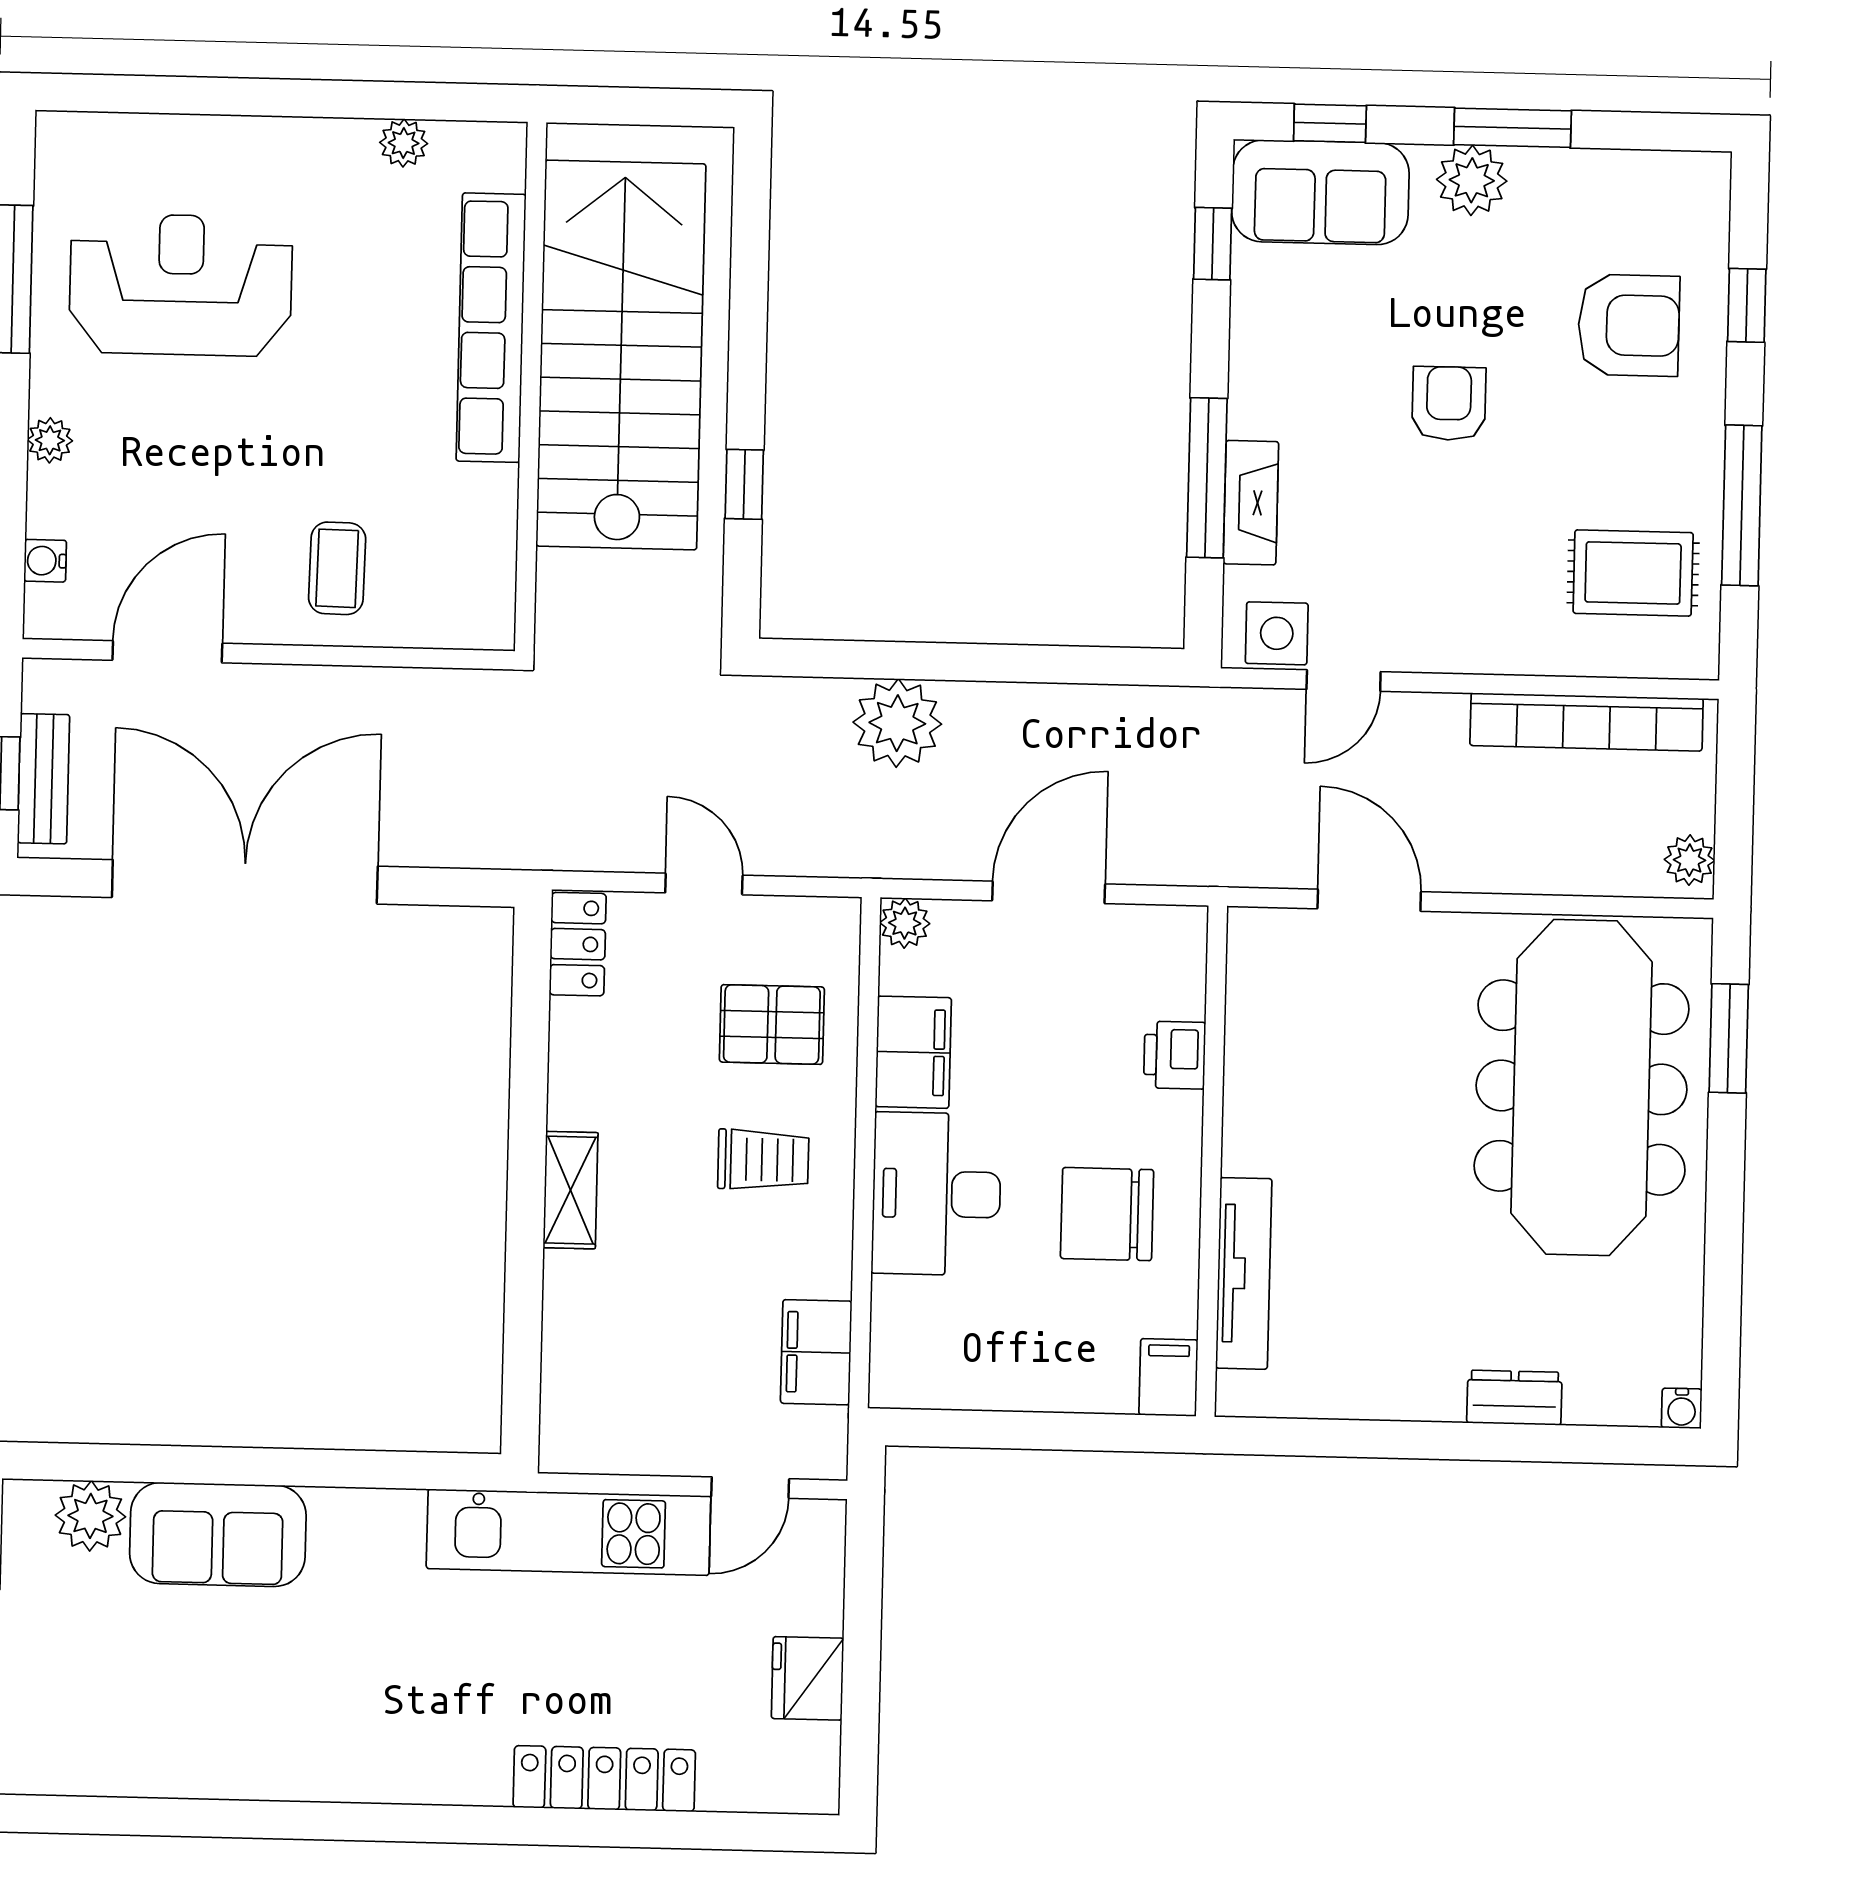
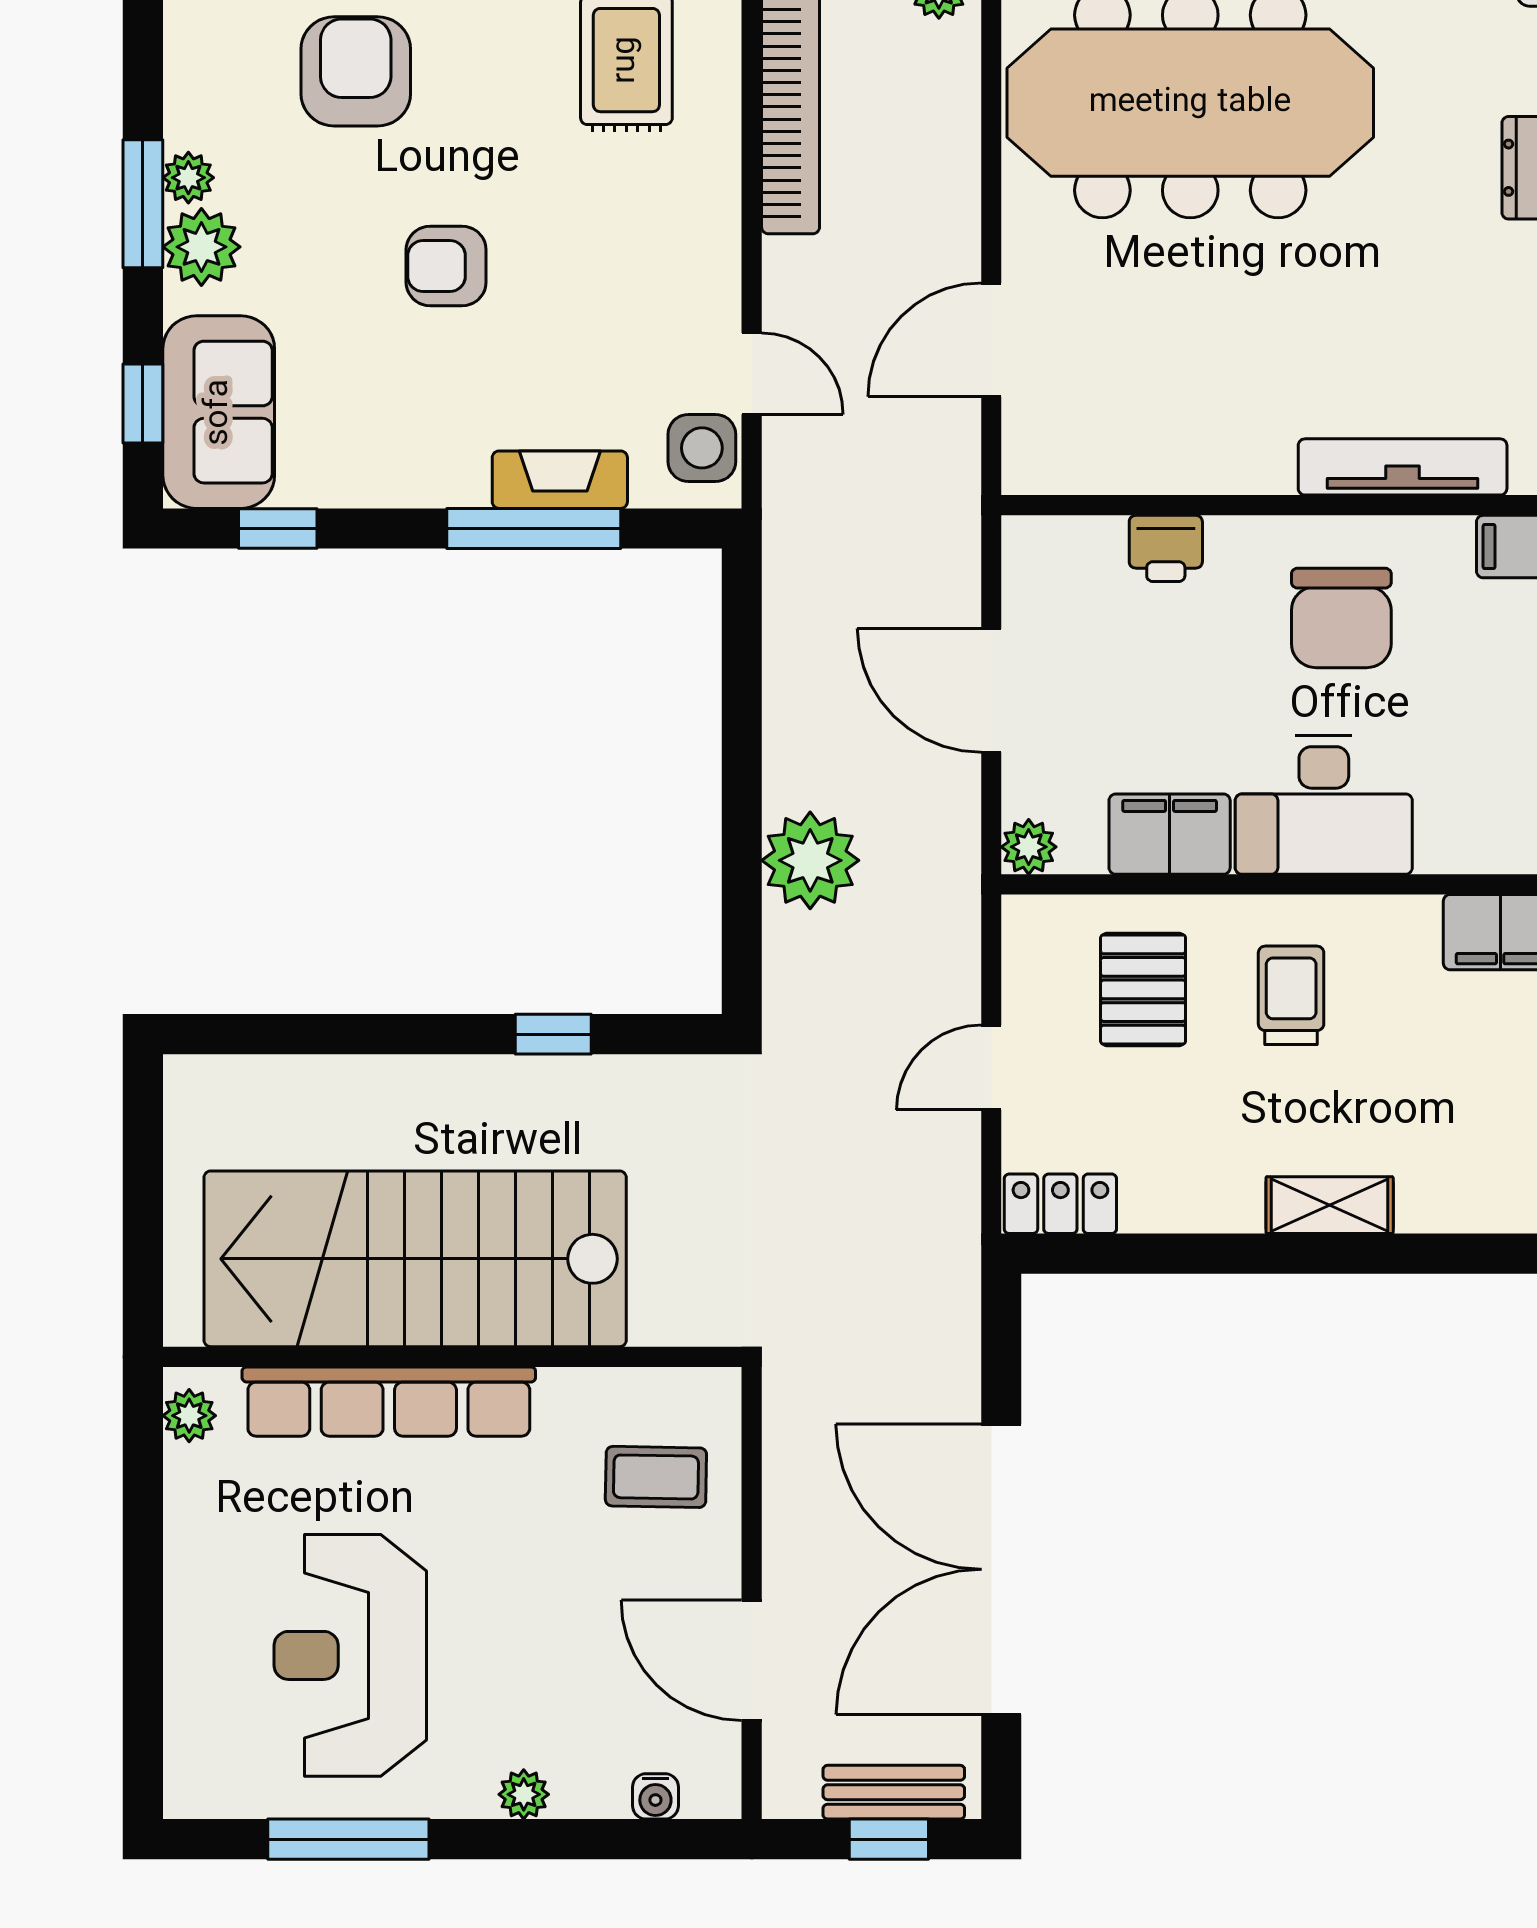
plant: (1535, 170) -> (188, 178), added
row of seats: (491, 328) -> (389, 1402), moved
stairs: (621, 355) -> (415, 1259), moved
wall: (531, 387) -> (452, 1357), moved

